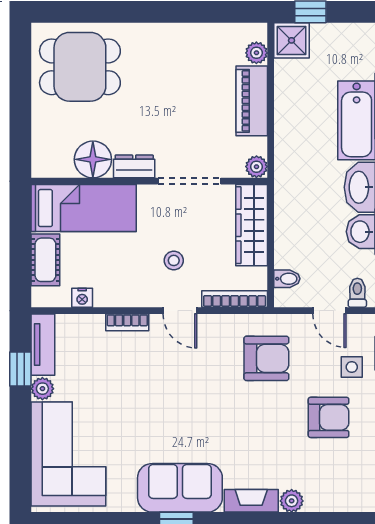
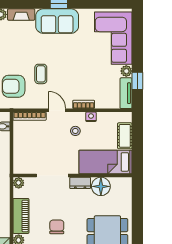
chair: (180, 79) -> (57, 227), added
wardrobe: (252, 225) -> (21, 153), removed
stool: (174, 260) -> (75, 131), moved
nightstand: (82, 298) -> (91, 117), moved
coffee table: (212, 383) -> (41, 74), added

